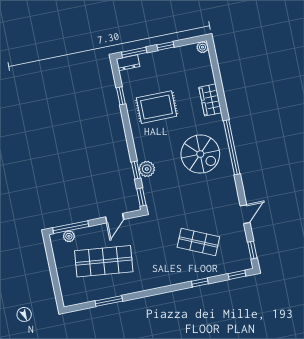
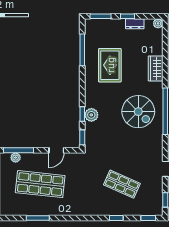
dresser: (128, 63) -> (135, 24), moved
window: (121, 96) -> (82, 50), width x2.17
rug: (156, 107) -> (110, 65), turned 90

